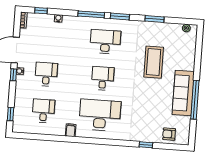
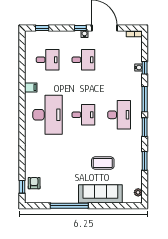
window: (41, 11) -> (145, 68), moved
coffee table: (154, 62) -> (103, 163), width x0.73, depth x0.76
sofa: (183, 93) -> (100, 194), moved
window: (146, 145) -> (22, 187), moved

